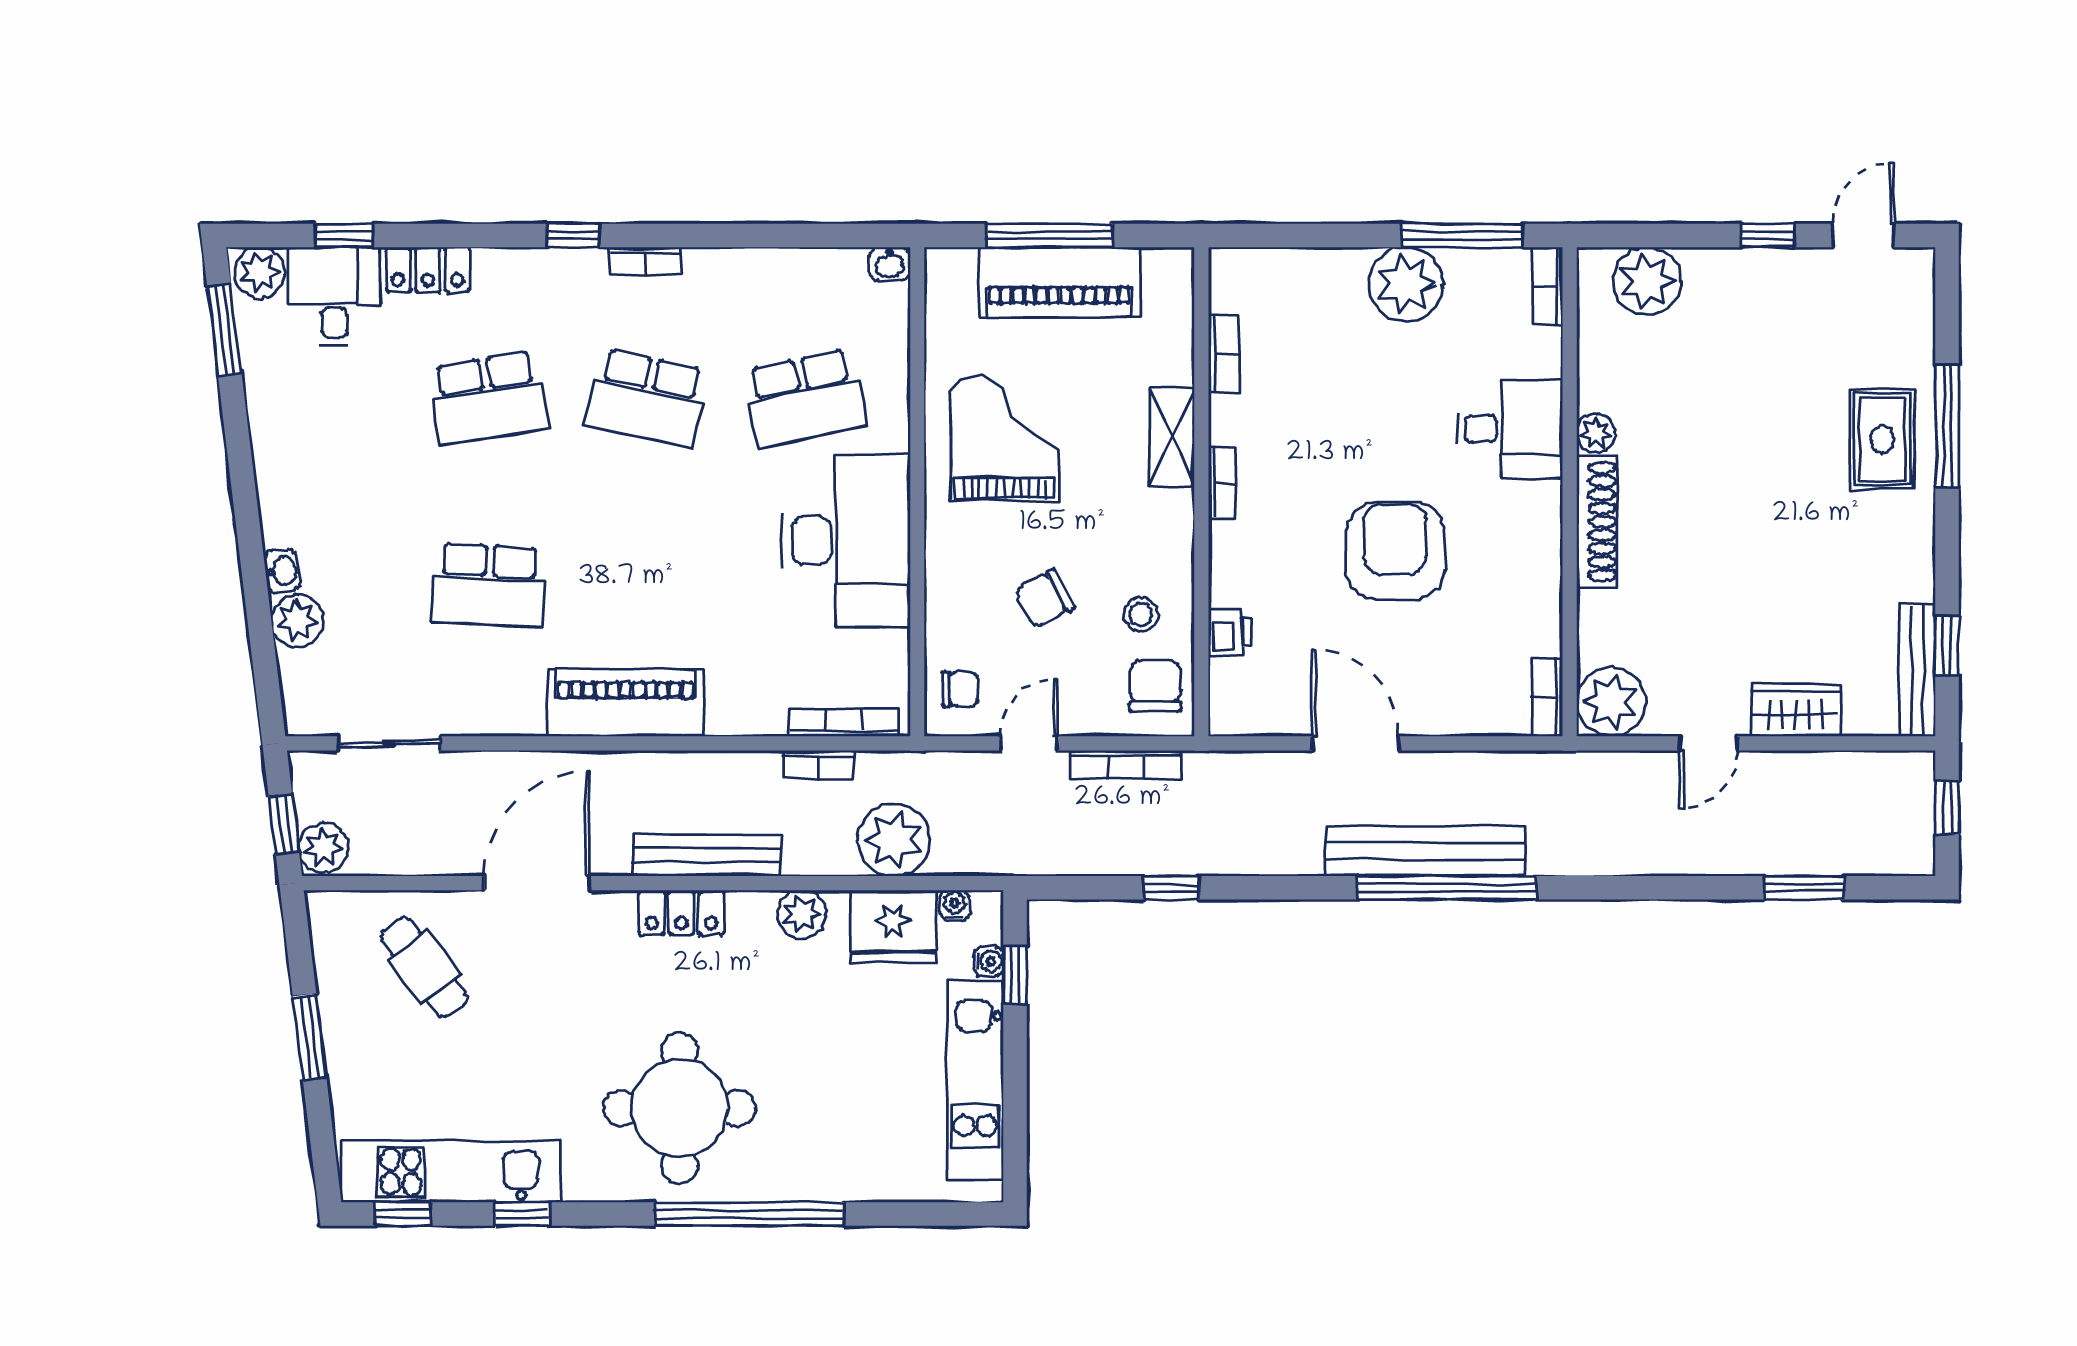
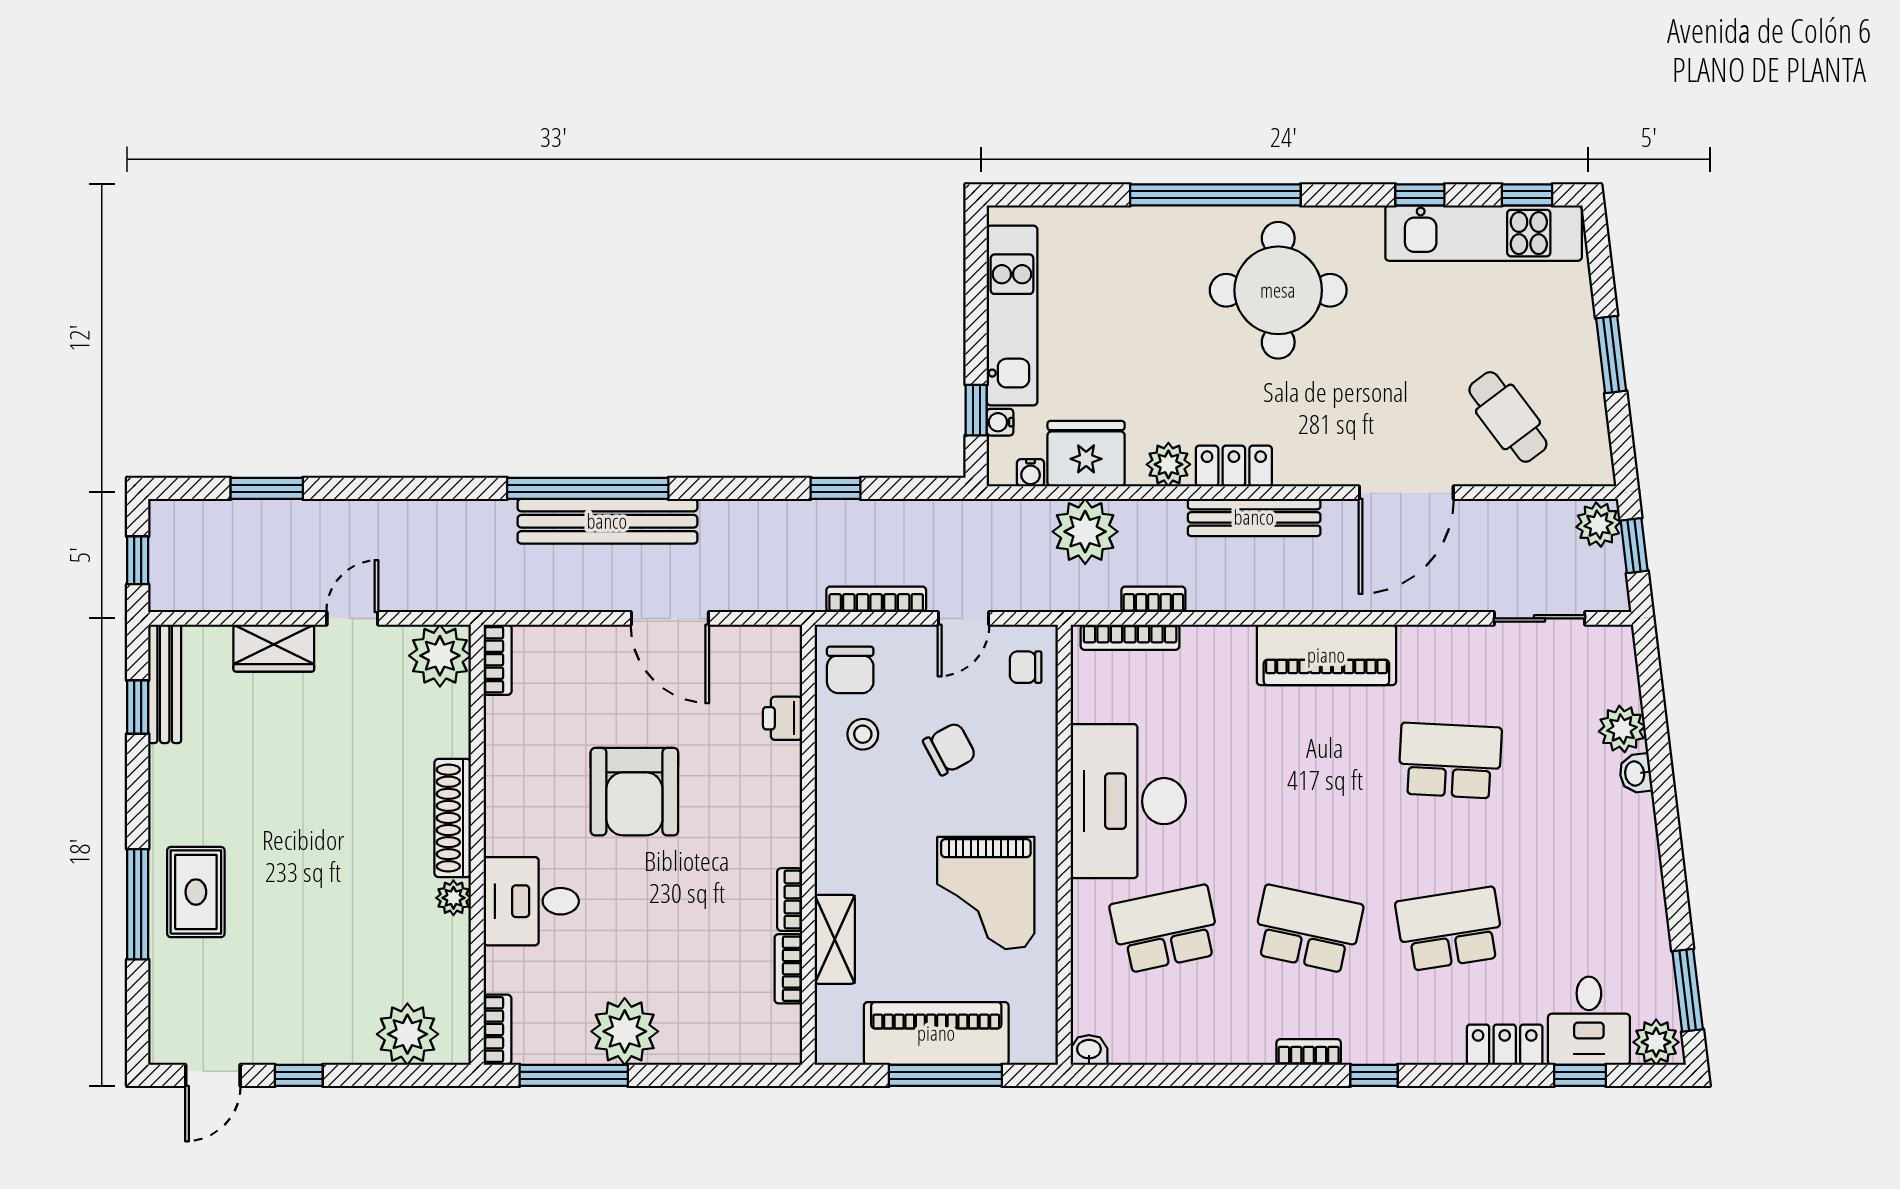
shelving: (1172, 437) -> (835, 939), moved
bookcase: (1222, 483) -> (790, 900), moved
locker: (681, 913) -> (1234, 466), moved

